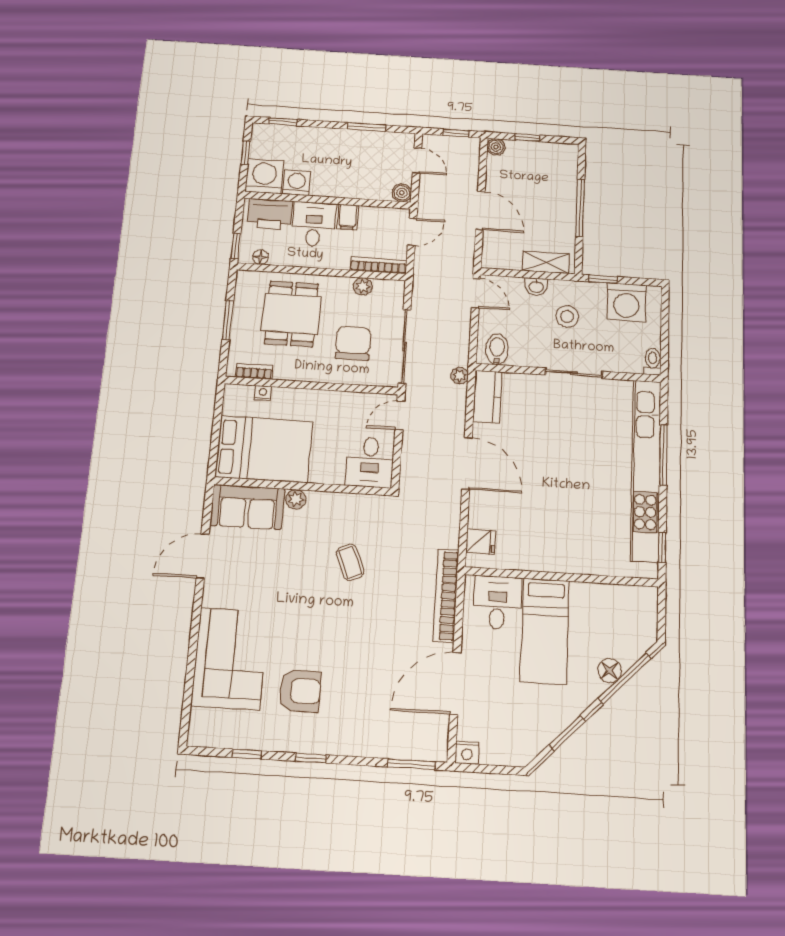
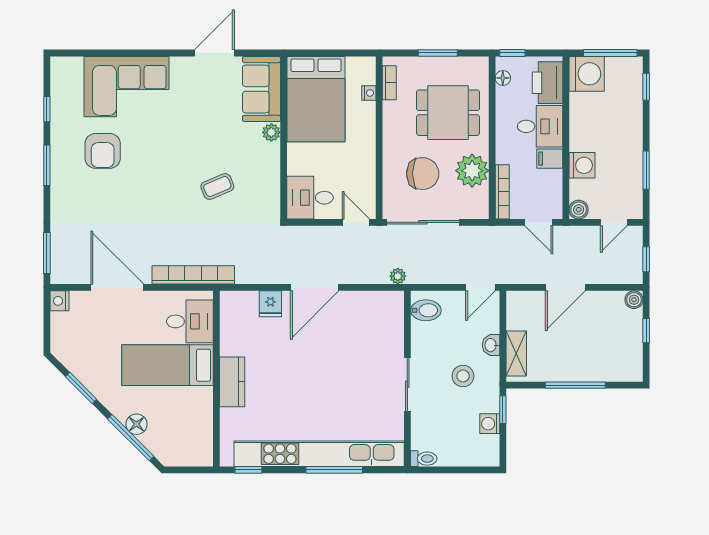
window: (246, 153) -> (610, 53), width x2.17
washing machine: (297, 183) -> (582, 165), moved
plant: (363, 286) -> (472, 171), width x1.87, depth x1.87
washing machine: (626, 302) -> (490, 424), width x0.53, depth x0.53
kitchen counter: (487, 397) -> (232, 382), moved, turned -90
fridge: (481, 542) -> (270, 304), moved
door: (203, 556) -> (215, 53), hinge flipped
window: (311, 758) -> (47, 165), width x1.50

